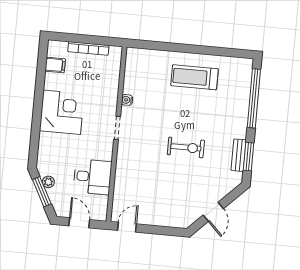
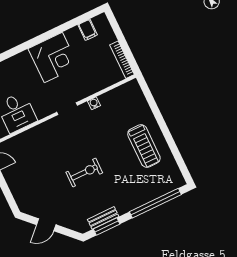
bookcase: (88, 48) -> (122, 60), moved
treadmill: (194, 77) -> (144, 146), turned 180
exercise bike: (186, 147) -> (84, 173), turned -90

